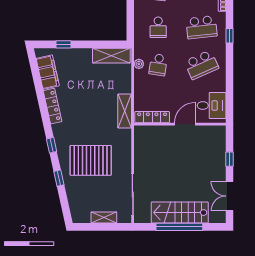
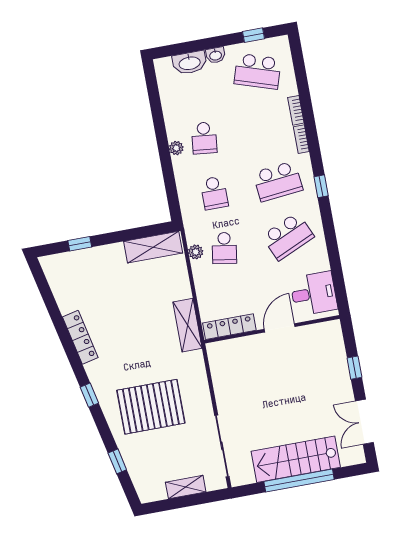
filing cabinet: (48, 72) -> (64, 289), removed
window: (59, 178) -> (117, 461), moved

